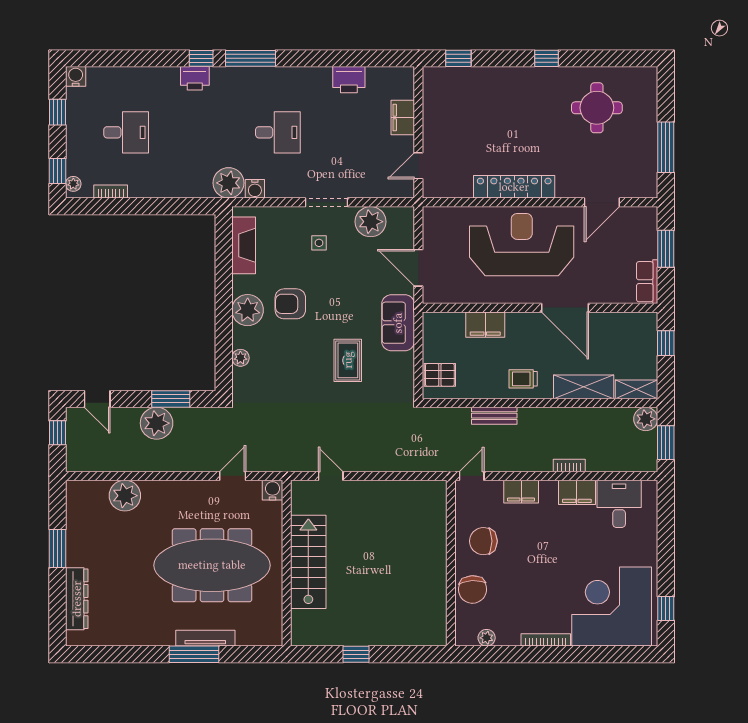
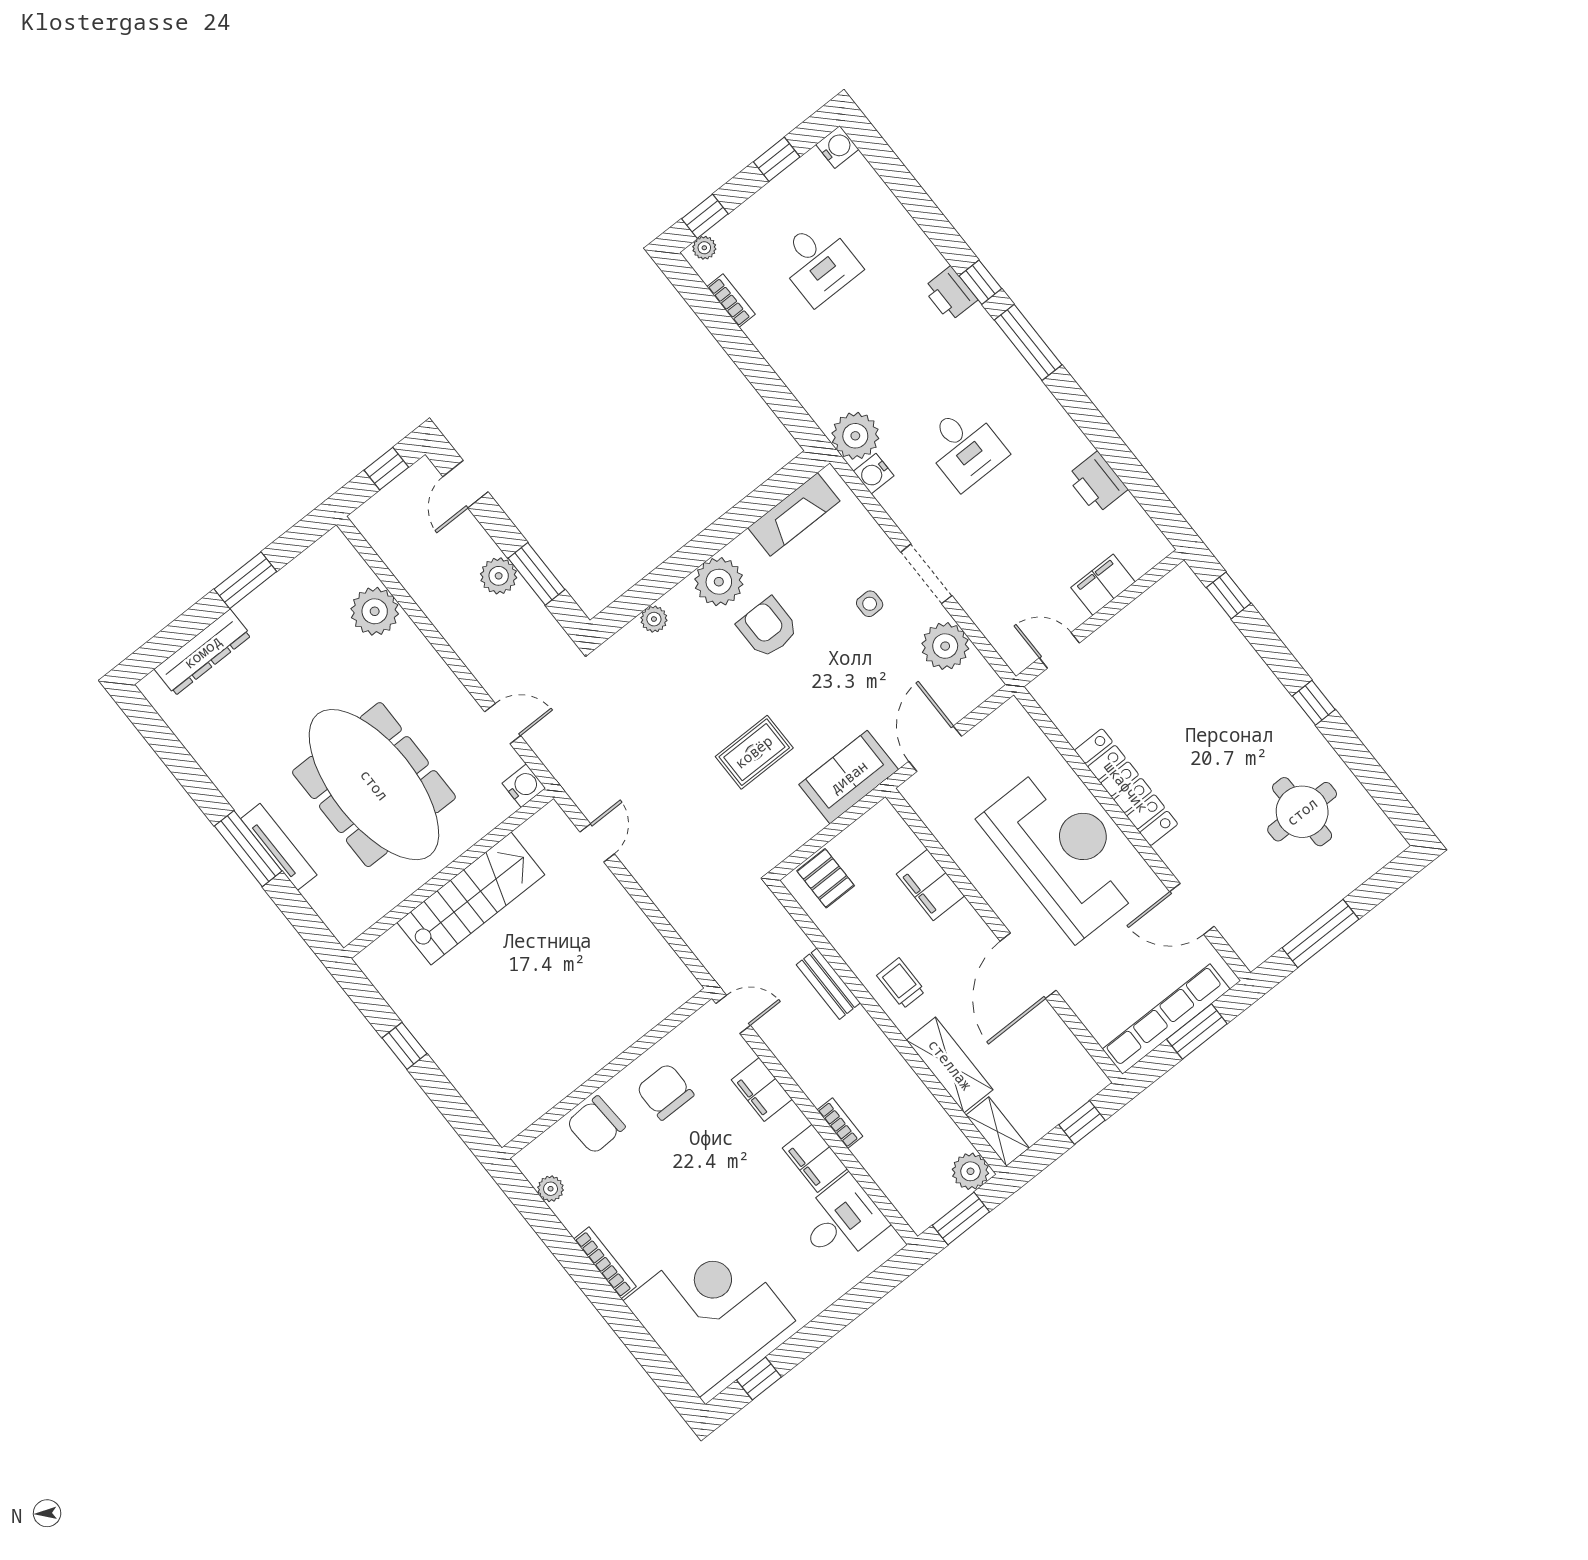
row of seats: (647, 282) -> (1166, 1019), width x2.02
plant: (157, 423) -> (499, 576), width x0.73, depth x0.73

